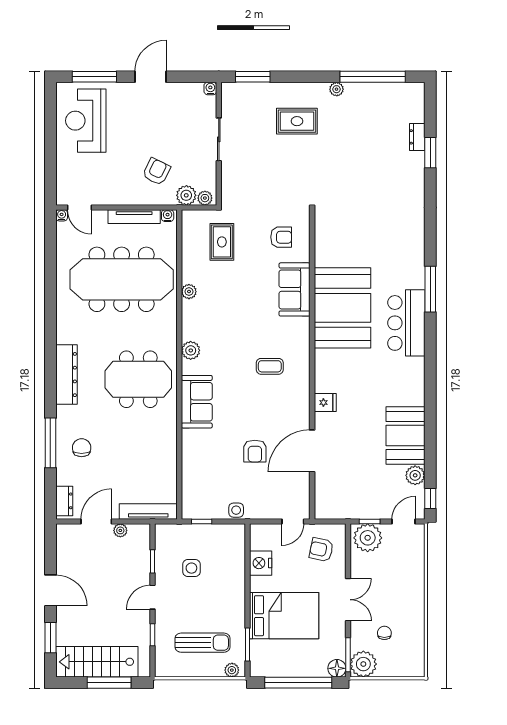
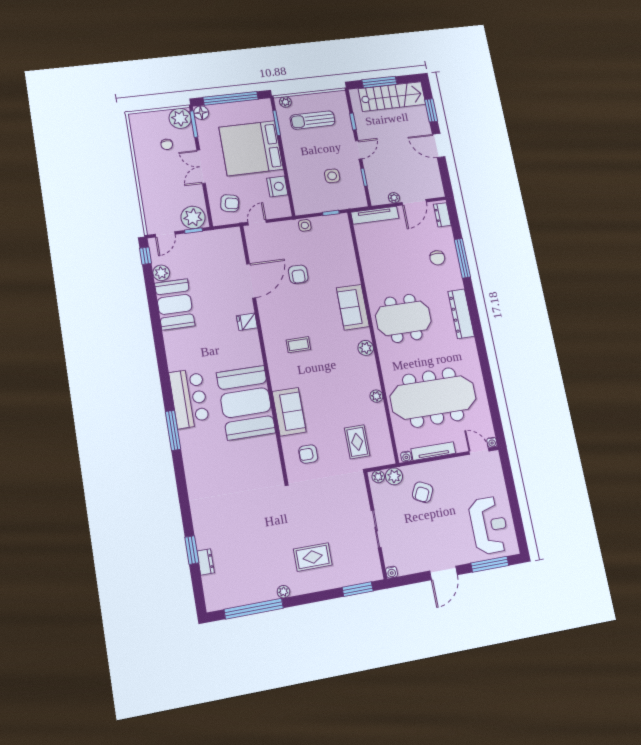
armchair: (255, 451) -> (298, 274), turned 180
bed: (284, 616) -> (251, 148), width x1.36

